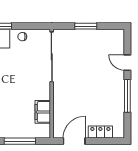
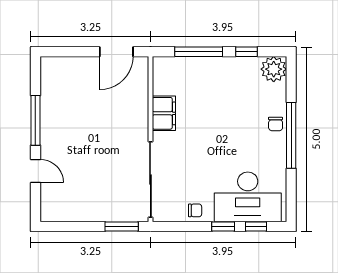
window: (86, 26) -> (122, 226), moved
filing cabinet: (43, 112) -> (164, 113), moved
locker: (100, 132) -> (77, 65), removed

